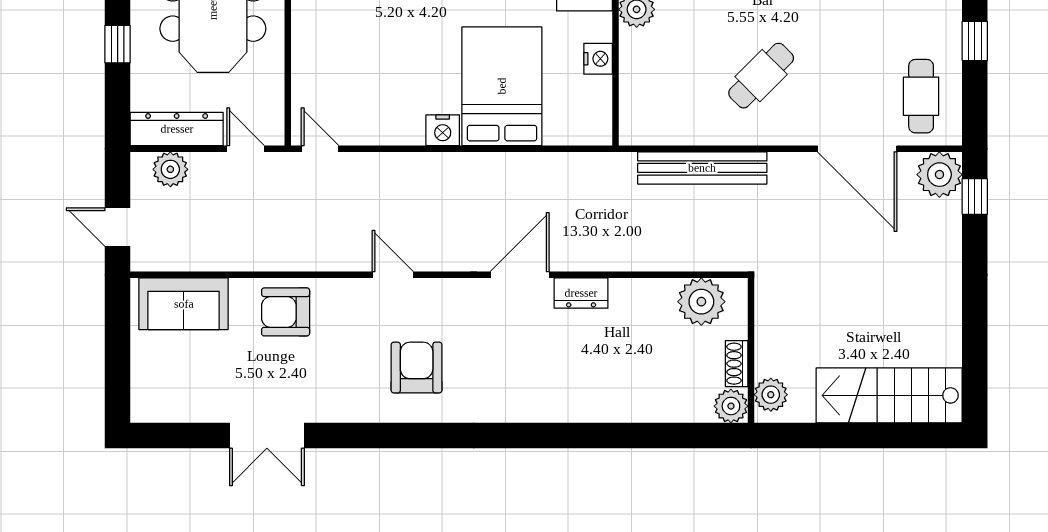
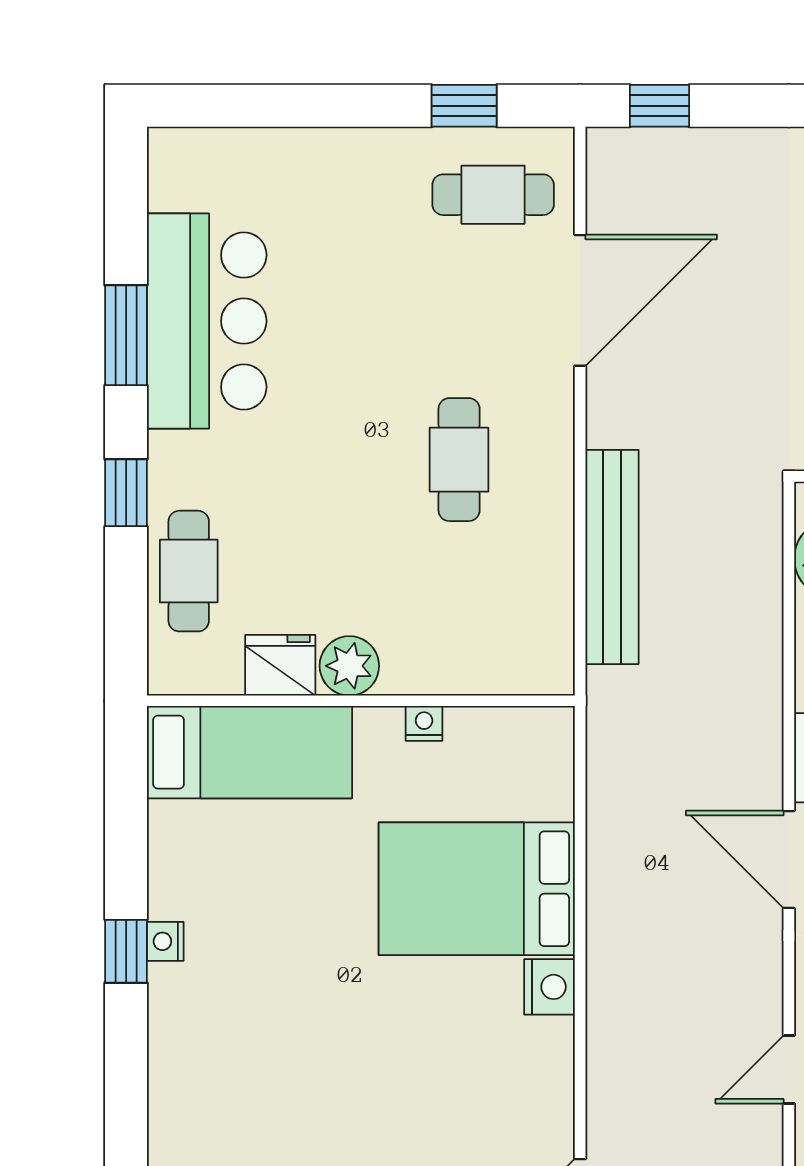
window: (975, 41) -> (464, 106), moved
nightstand: (598, 59) -> (424, 723), width x0.72, depth x0.74
cafe table: (761, 76) -> (459, 460), turned 45
plant: (939, 175) -> (623, 164), removed

